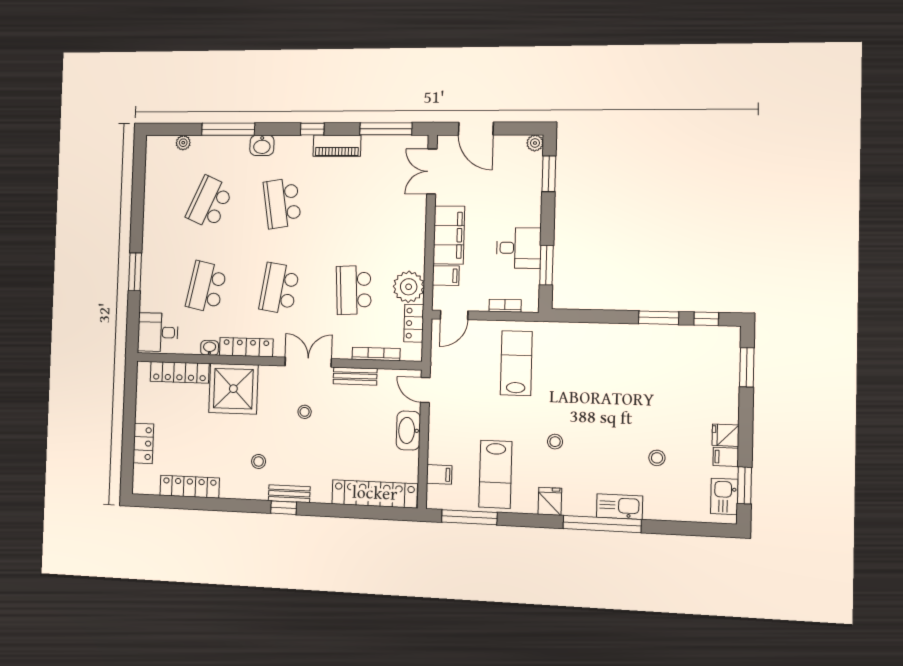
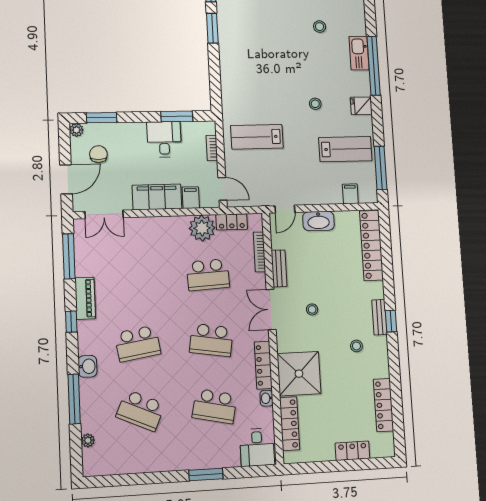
chair: (504, 168) -> (98, 154), added

